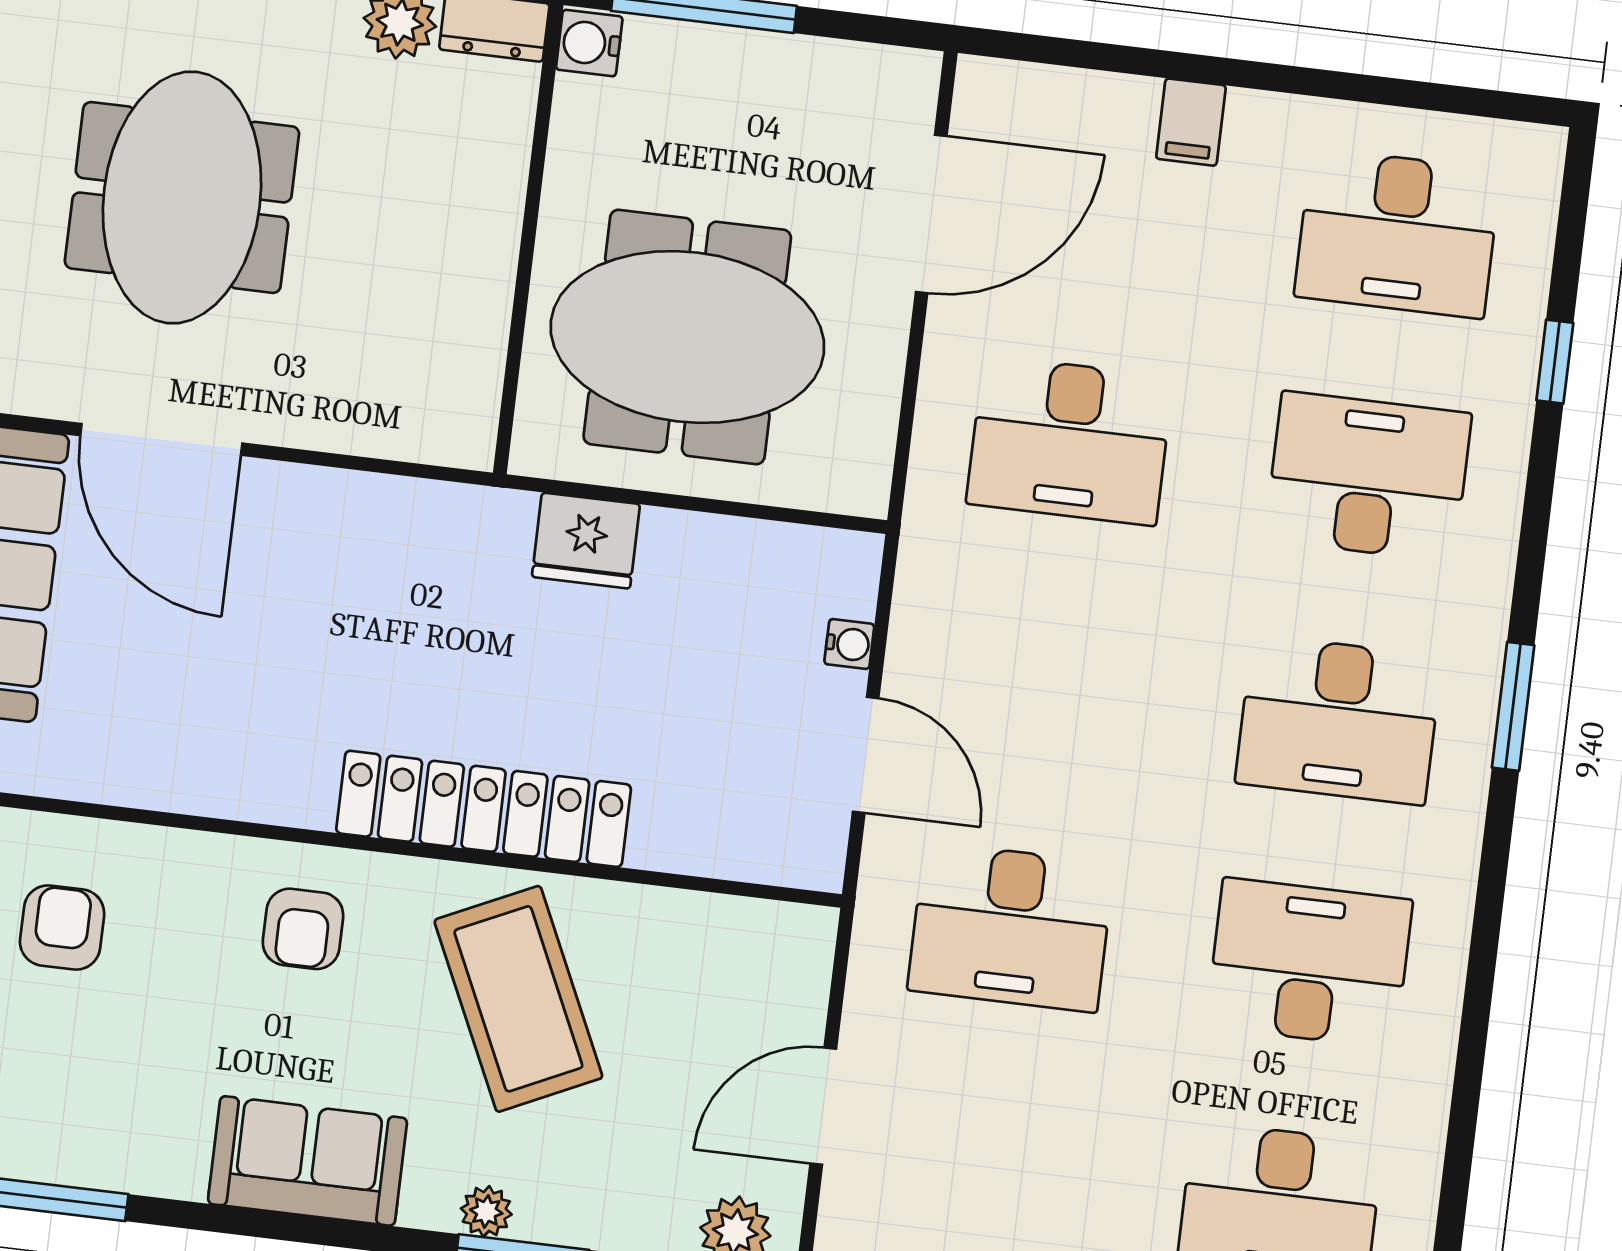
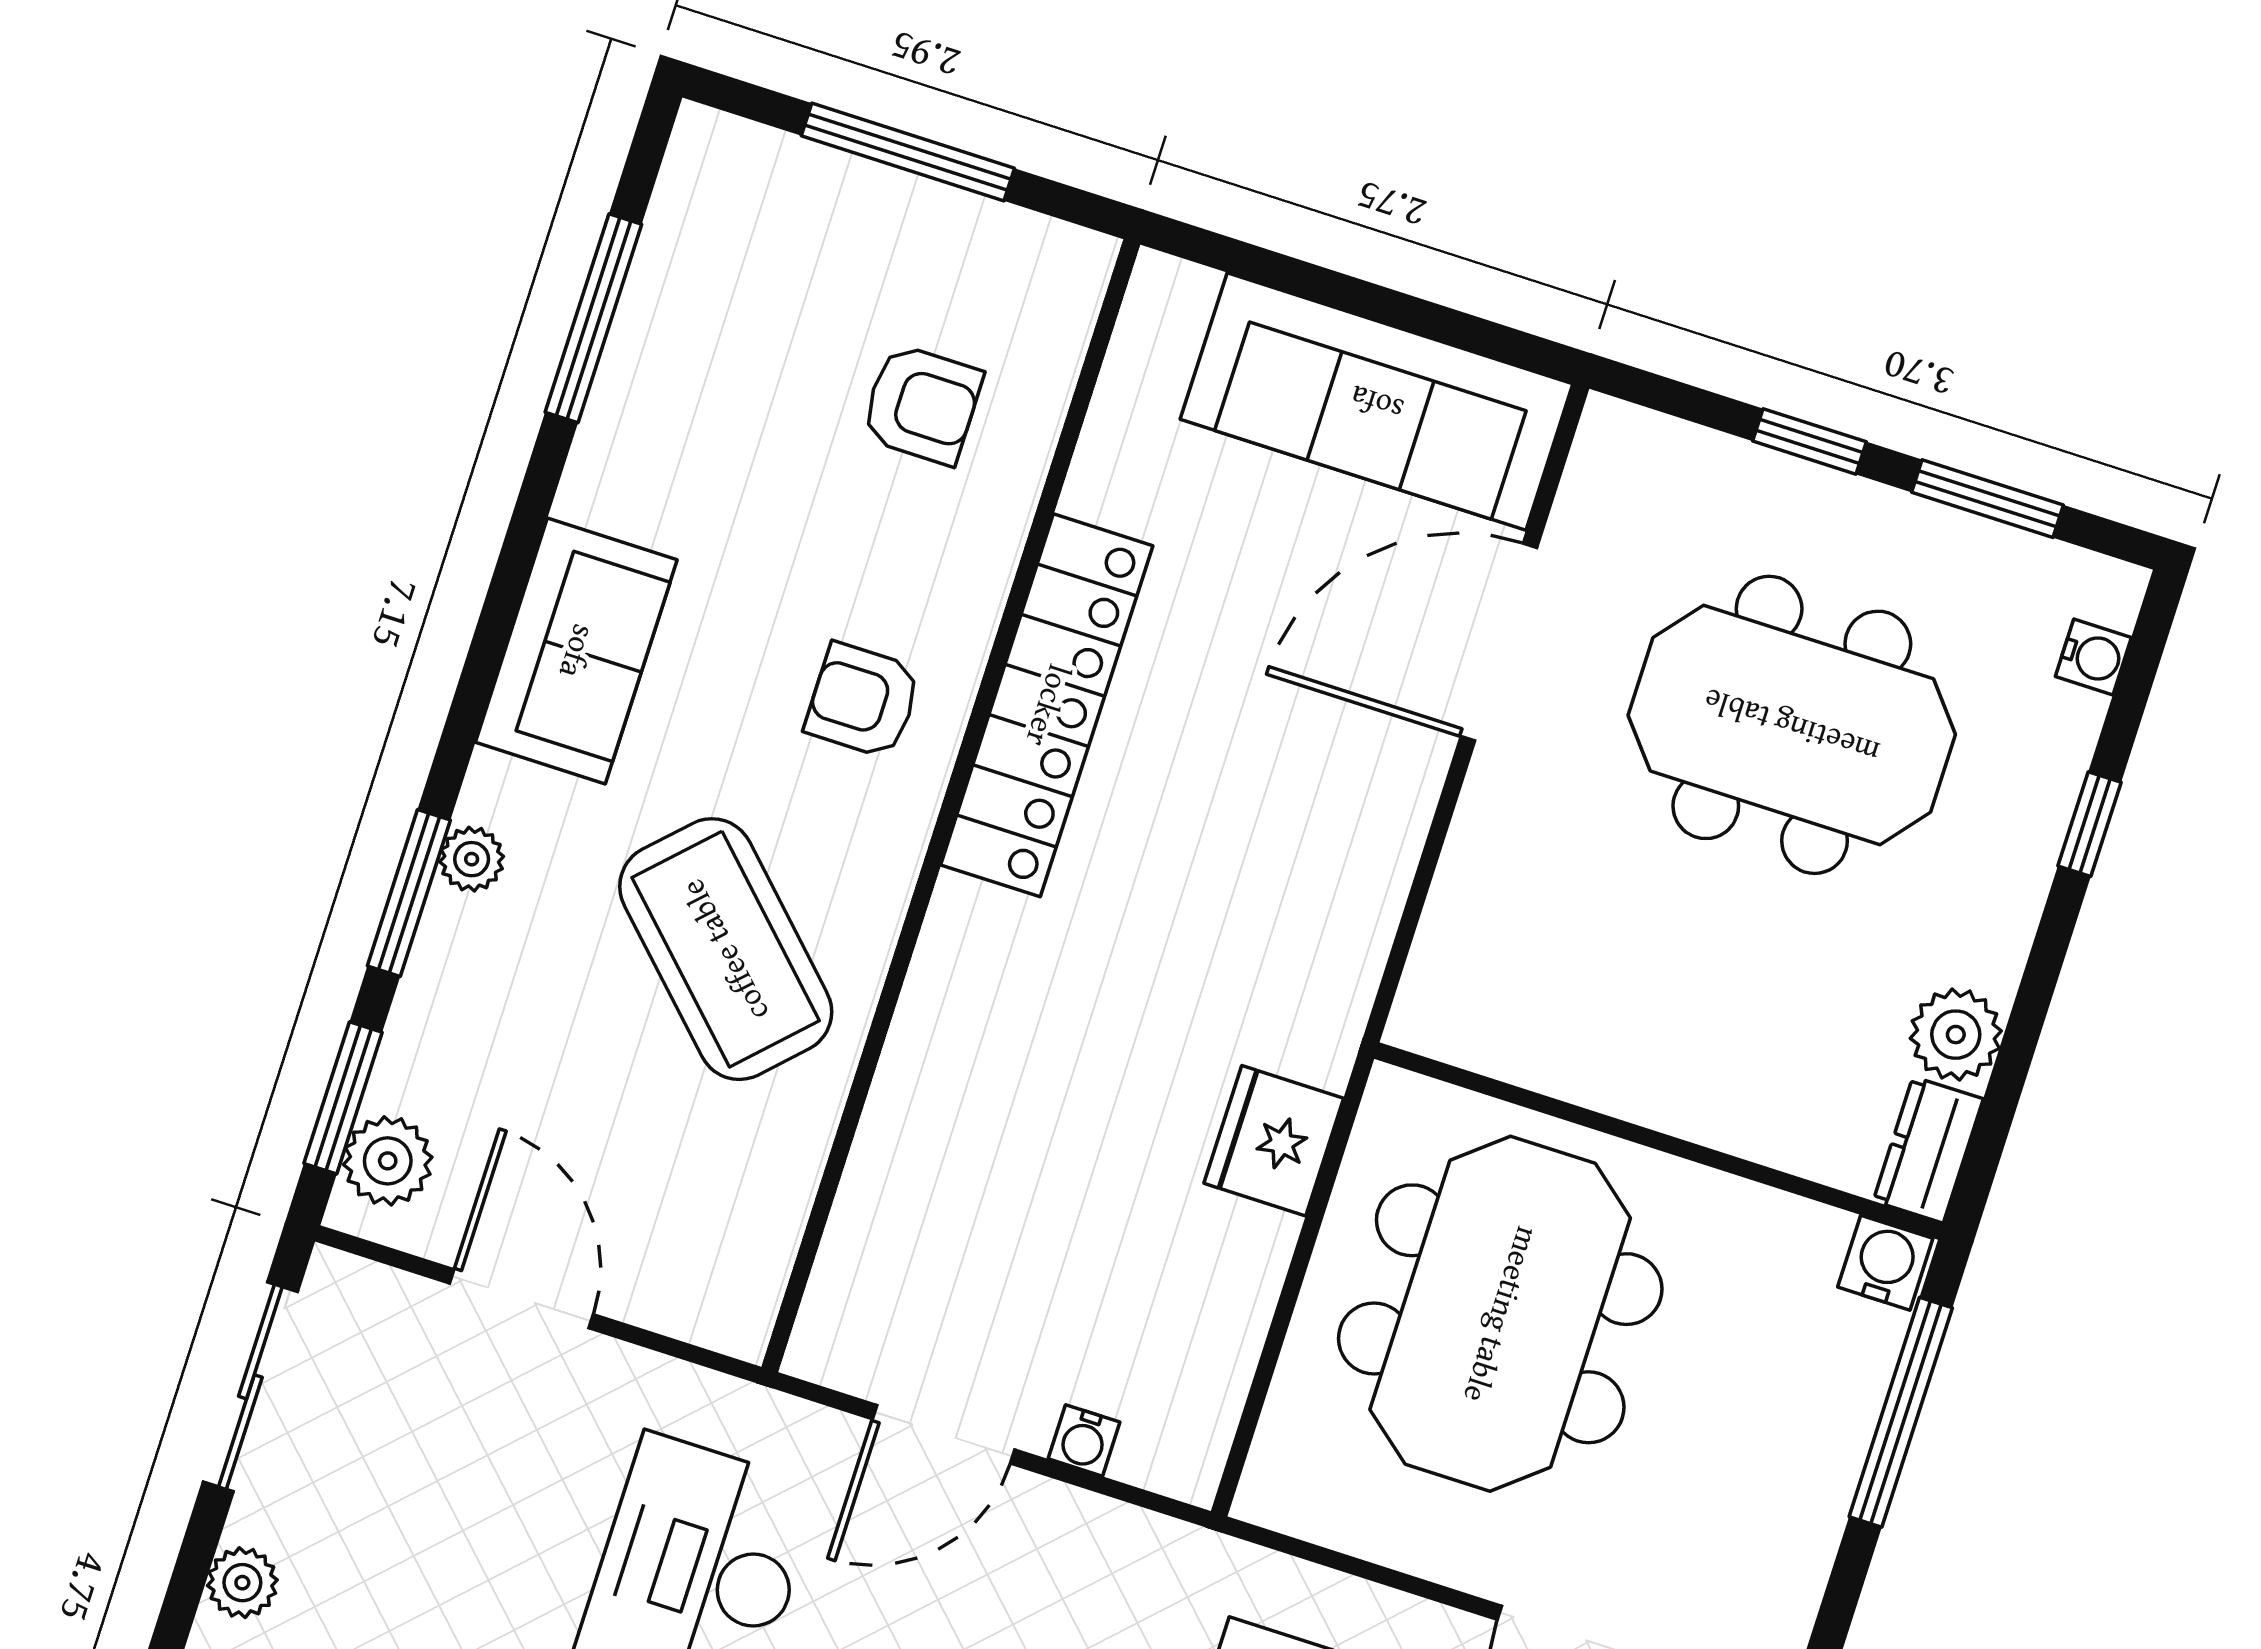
locker: (484, 809) -> (1047, 705), moved
coffee table: (518, 999) -> (726, 949), turned 70

